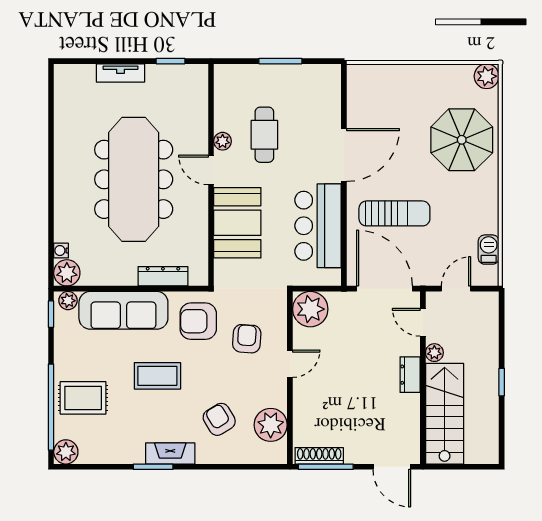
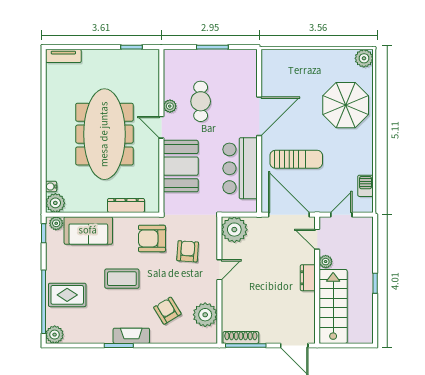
tv unit: (121, 73) -> (63, 56), moved
sofa: (123, 310) -> (88, 230), width x0.73

